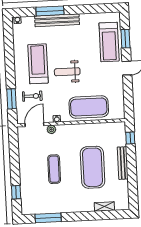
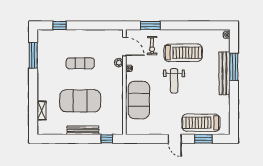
weight bench: (67, 72) -> (174, 81), turned 180

